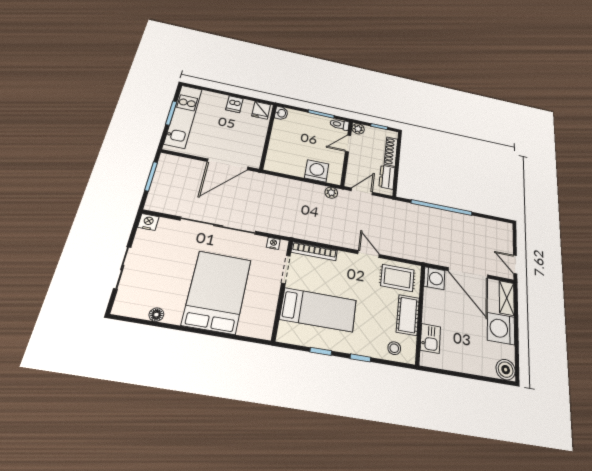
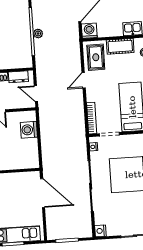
plant: (331, 193) -> (38, 34), moved

